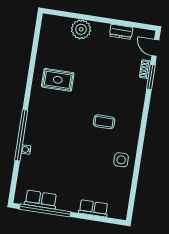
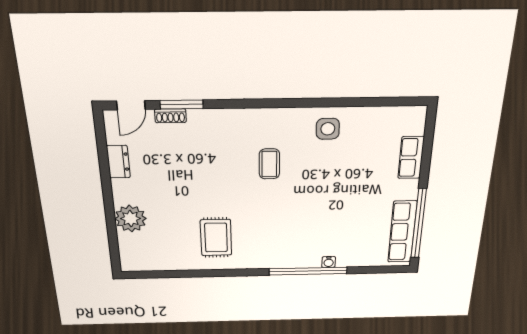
row of seats: (41, 200) -> (402, 232), width x1.48

